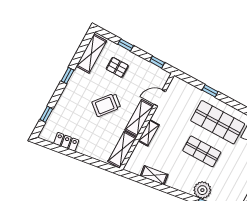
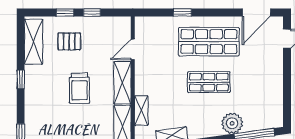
window: (157, 62) -> (92, 13), moved
trolley: (106, 105) -> (79, 88), turned -40
shelving: (149, 133) -> (141, 111), moved

